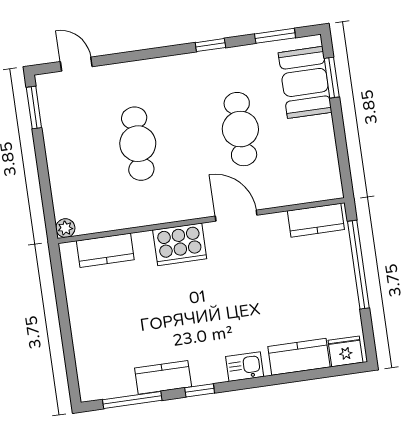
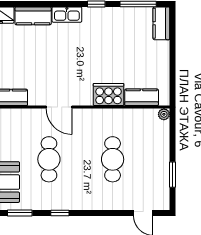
window: (34, 107) -> (173, 175), moved
cooker: (180, 244) -> (109, 94), moved
kitchen sink: (245, 367) -> (67, 15), width x1.38
kitchen counter: (163, 377) -> (161, 23), moved, turned 90

